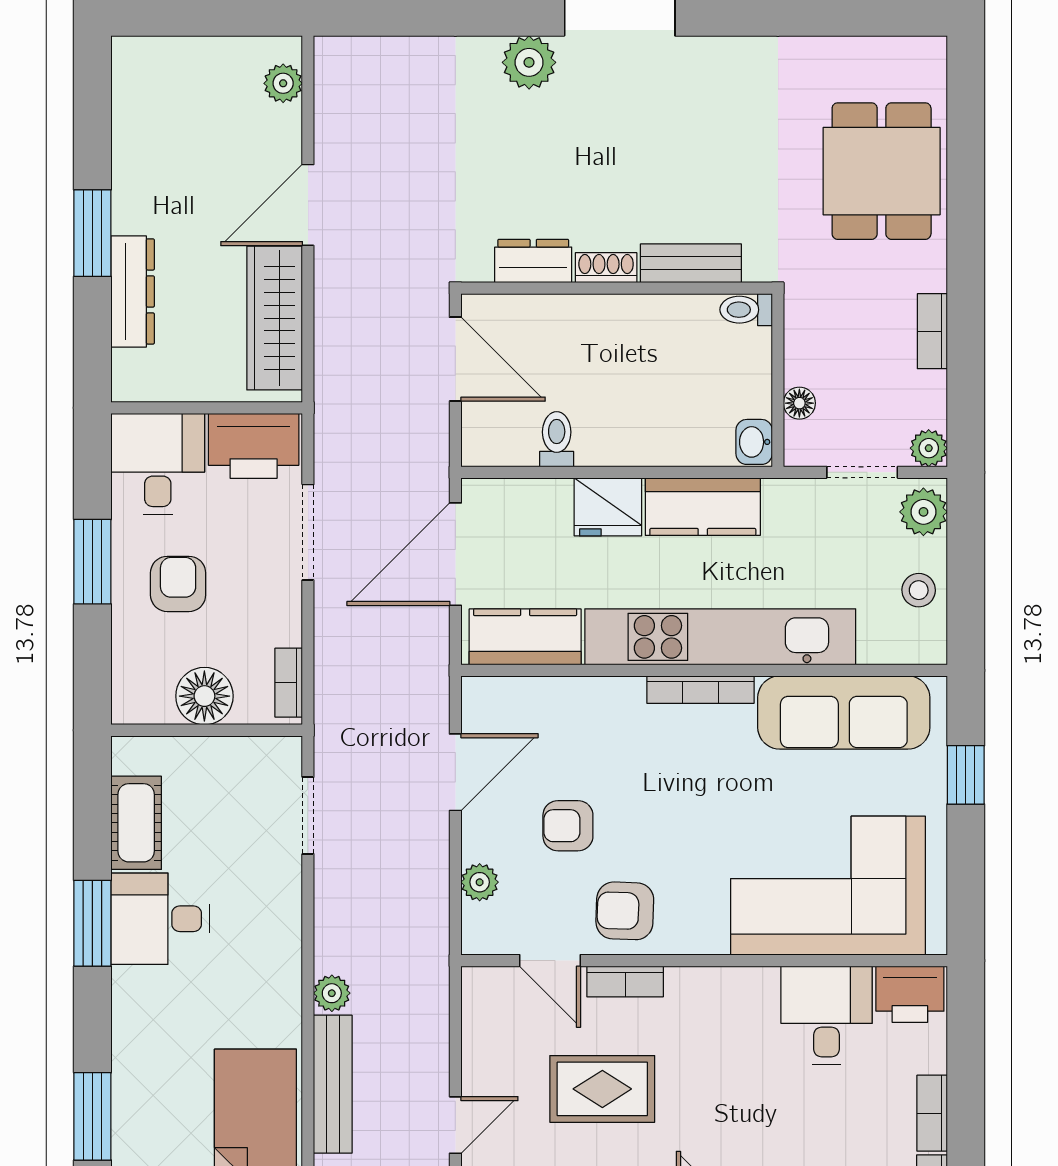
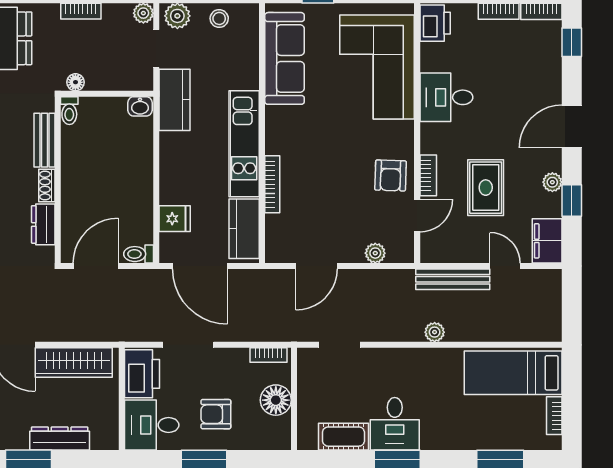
floor lamp: (799, 403) -> (75, 82), moved
toilet: (557, 439) -> (139, 254), moved
fridge: (608, 507) -> (175, 219), moved, width x0.72
kitchen counter: (703, 507) -> (175, 100), moved
kitchen unit: (720, 637) -> (244, 144), width x0.73
bookcase: (700, 690) -> (272, 184), moved
door: (455, 772) -> (316, 266), swing flipped
armchair: (568, 826) -> (345, 206), removed
desk: (826, 1015) -> (446, 97), moved
bench: (333, 1084) -> (453, 279), moved

